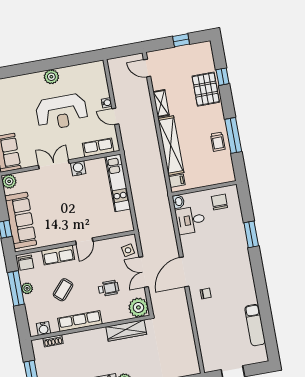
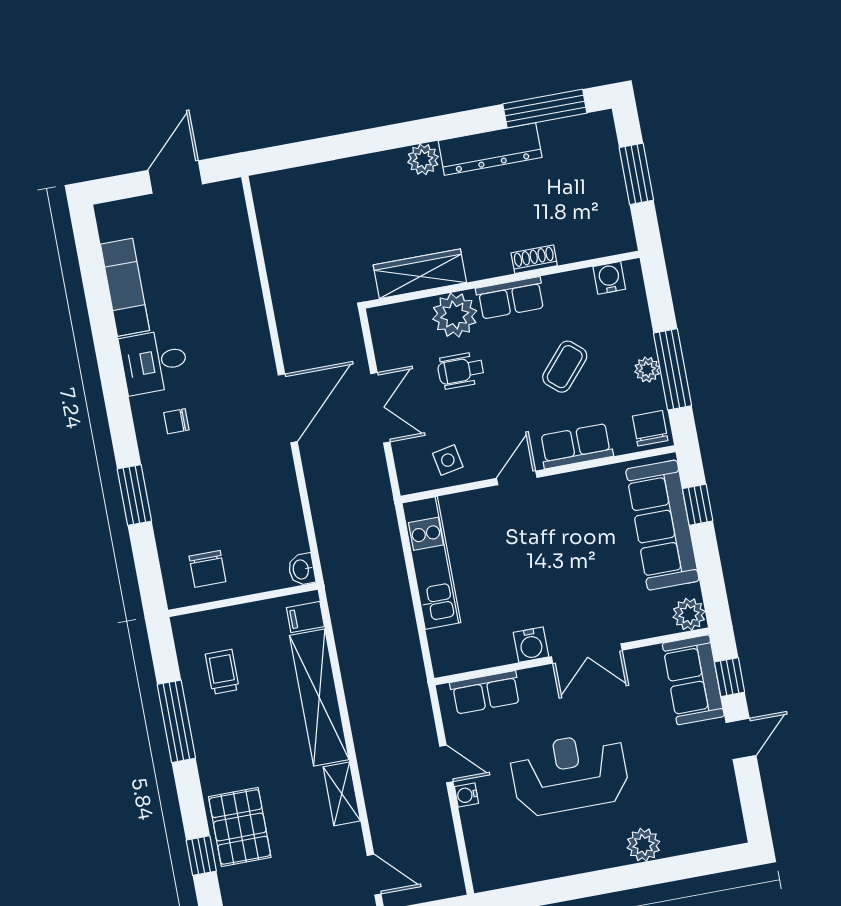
plant: (51, 77) -> (643, 845), moved
trolley: (218, 142) -> (222, 672), moved
kitchen unit: (118, 183) -> (431, 563), moved
desk: (190, 220) -> (154, 362), moved, turned 180
side table: (128, 250) -> (448, 460), moved
chair: (206, 294) -> (176, 421), moved
plant: (138, 307) -> (455, 315), moved
row of seats: (80, 321) -> (510, 298), width x0.68
shoe rack: (53, 341) -> (534, 259), moved

